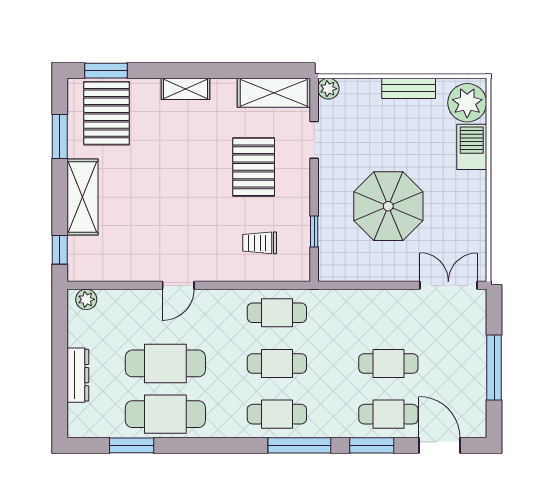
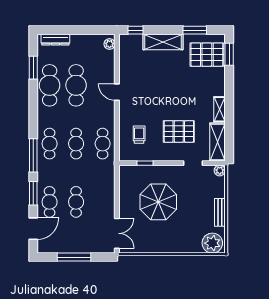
shelving: (186, 89) -> (220, 109), moved
barbecue: (472, 147) -> (189, 245), removed
dresser: (78, 375) -> (55, 40), moved

